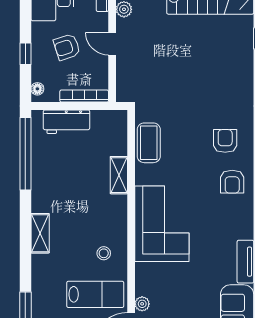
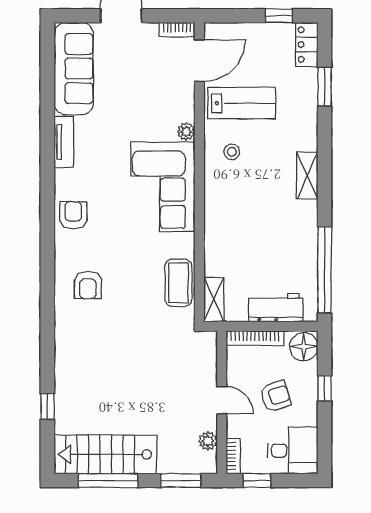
floor lamp: (37, 89) -> (304, 347), width x1.89, depth x1.89
shelving: (119, 175) -> (214, 300), moved
armchair: (232, 182) -> (73, 215), moved
lab bench: (95, 294) -> (242, 103), turned 180
plant: (142, 304) -> (186, 131), moved

